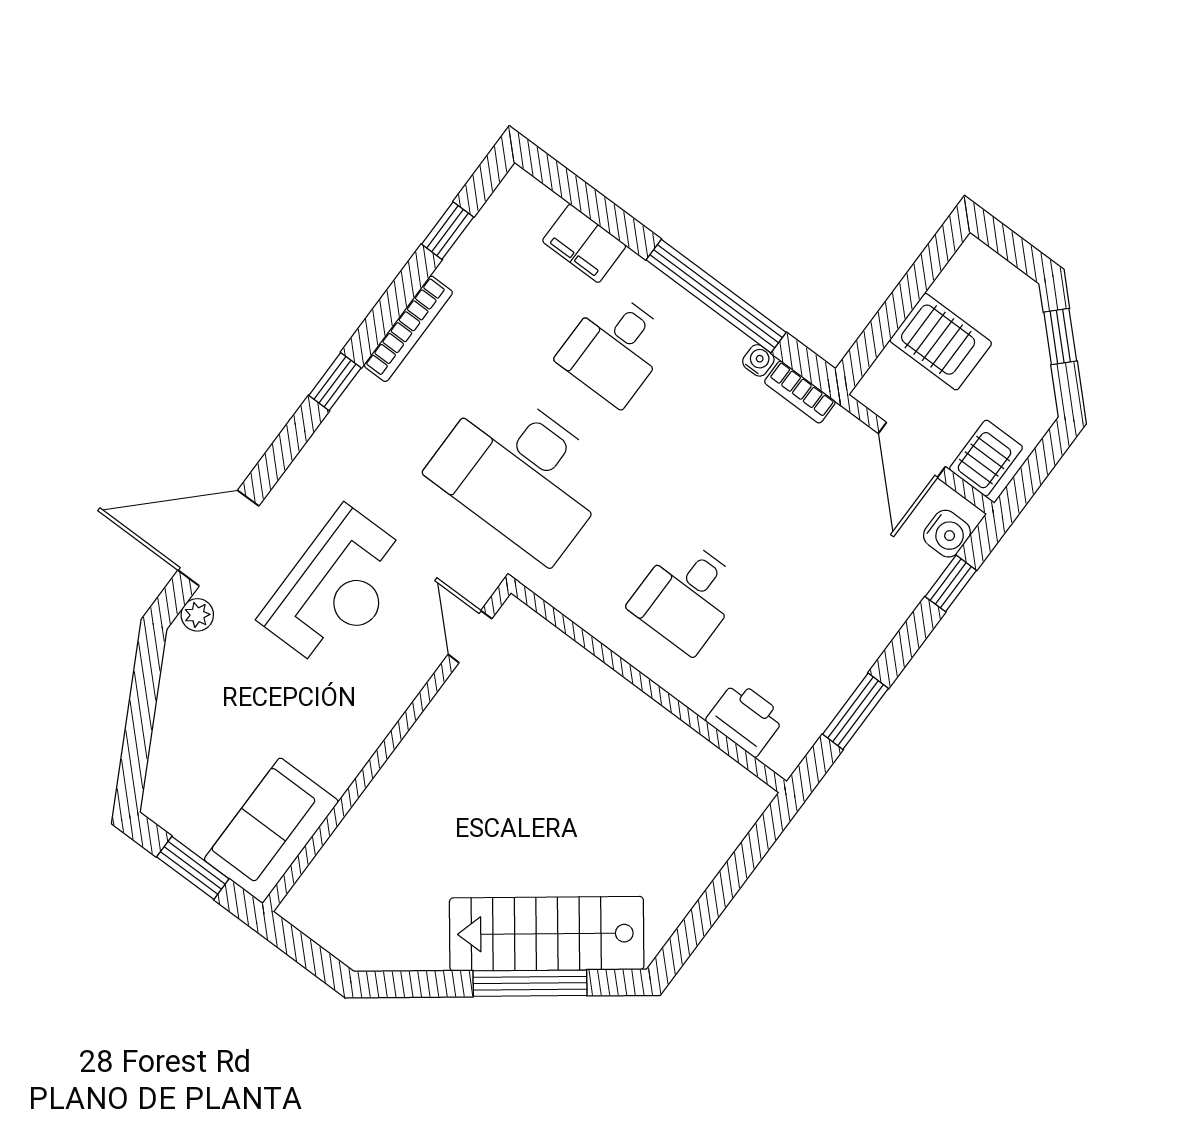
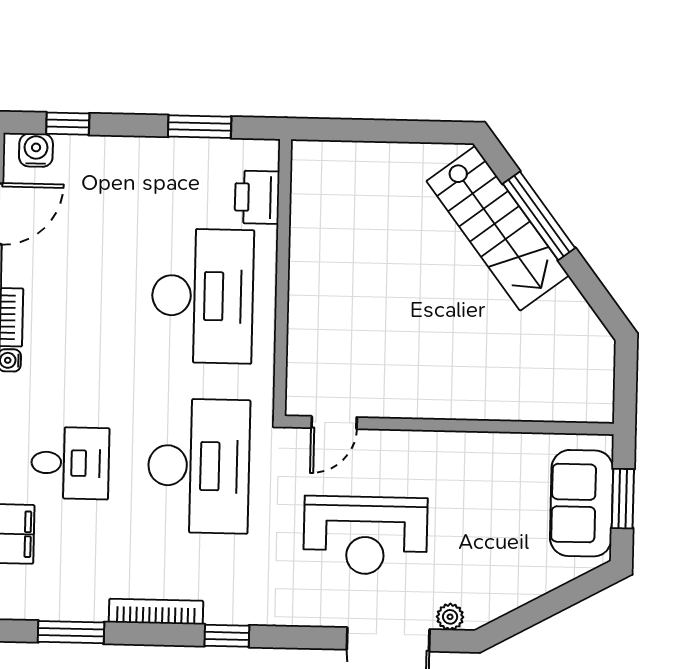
window: (448, 231) -> (71, 632), width x1.50
reception desk: (337, 588) -> (365, 535), turned 180
desk: (687, 596) -> (203, 296), width x1.87, depth x1.30
sofa: (271, 830) -> (582, 503), moved, turned 90

